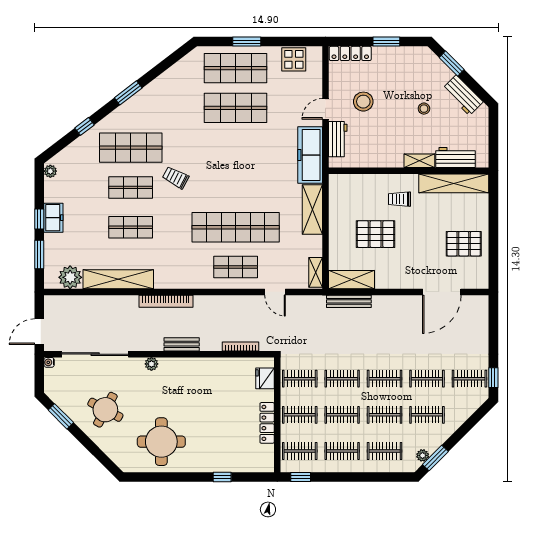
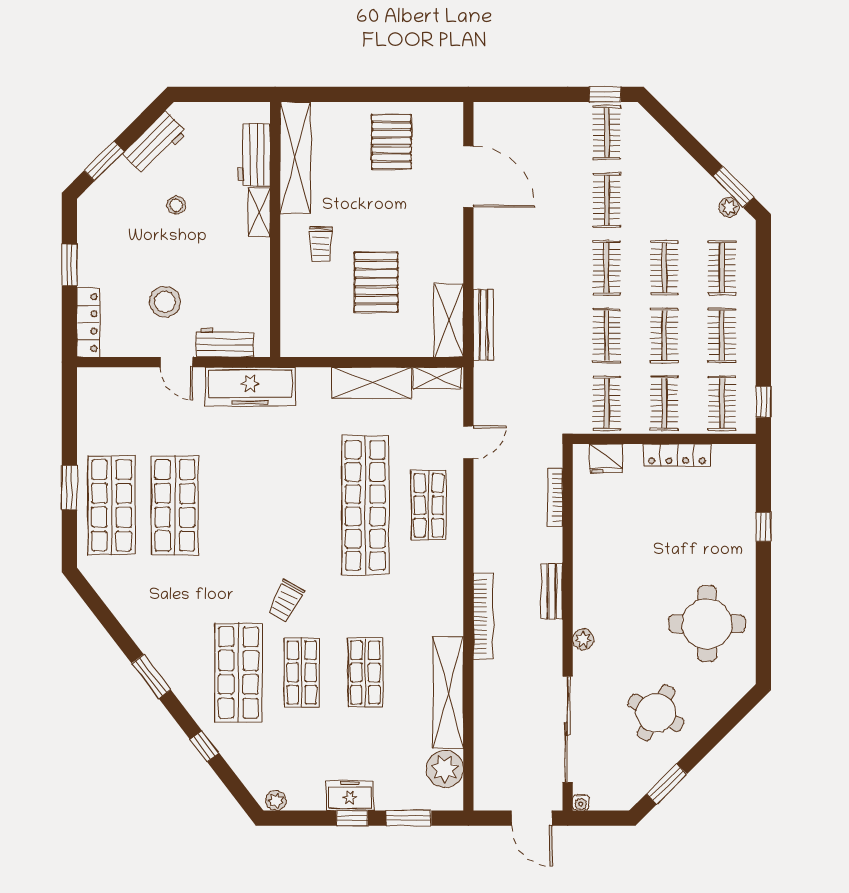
display table: (294, 59) -> (98, 413), removed
shelving: (312, 210) -> (372, 383), moved
clothes rail: (427, 415) -> (664, 200), removed

